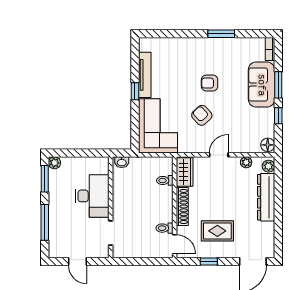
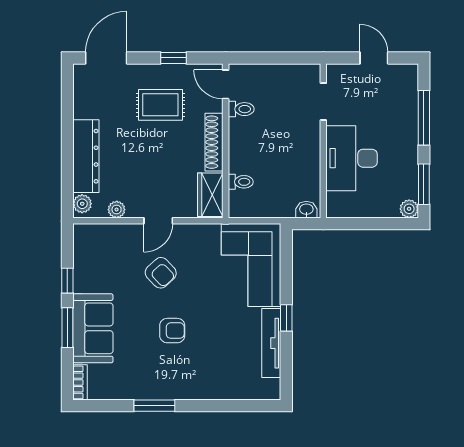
armchair: (202, 115) -> (161, 273), moved
floor lamp: (268, 145) -> (83, 236), removed

